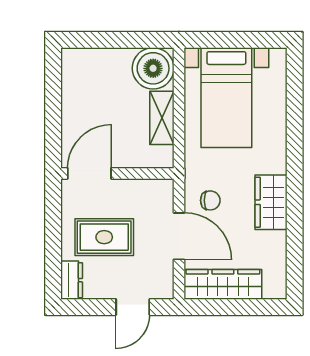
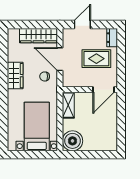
shelving: (162, 118) -> (68, 105), moved

